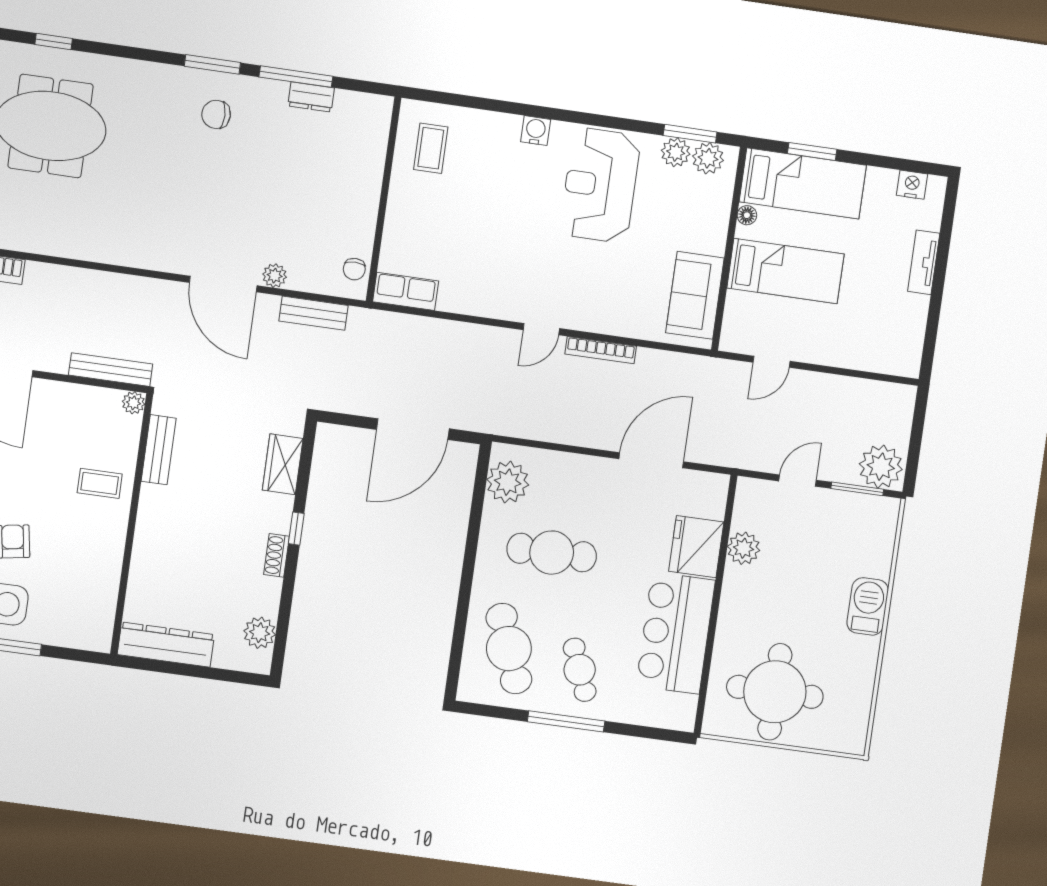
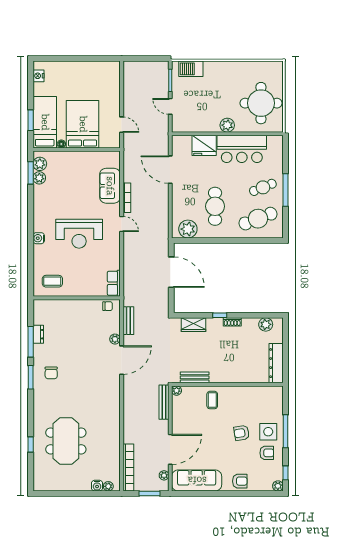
reception desk: (600, 185) -> (79, 234), moved
tv unit: (924, 262) -> (71, 66), removed
bed: (785, 271) -> (83, 124), width x1.50
sofa: (695, 295) -> (110, 186), moved, turned 90
plant: (881, 467) -> (159, 72), removed
plant: (744, 548) -> (227, 125), moved
barbecue: (868, 606) -> (191, 69), moved

